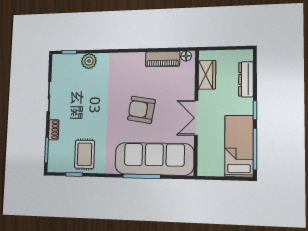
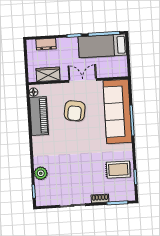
piano: (163, 59) -> (39, 116), width x1.37, depth x1.33
dresser: (246, 79) -> (46, 44), width x0.70
armchair: (141, 110) -> (75, 111), moved
double door: (196, 118) -> (83, 80), swing flipped

